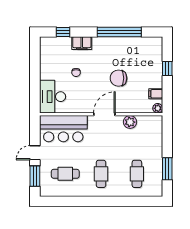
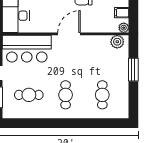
plant: (130, 122) -> (117, 42), moved
window: (167, 169) -> (133, 70), moved

